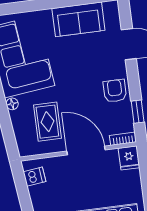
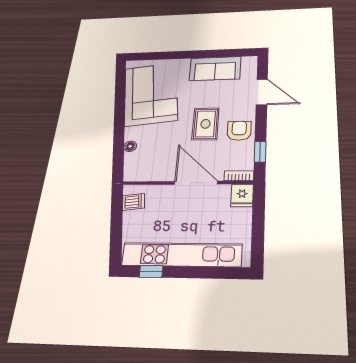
floor lamp: (12, 104) -> (130, 146), moved
rug: (47, 122) -> (206, 124), moved

